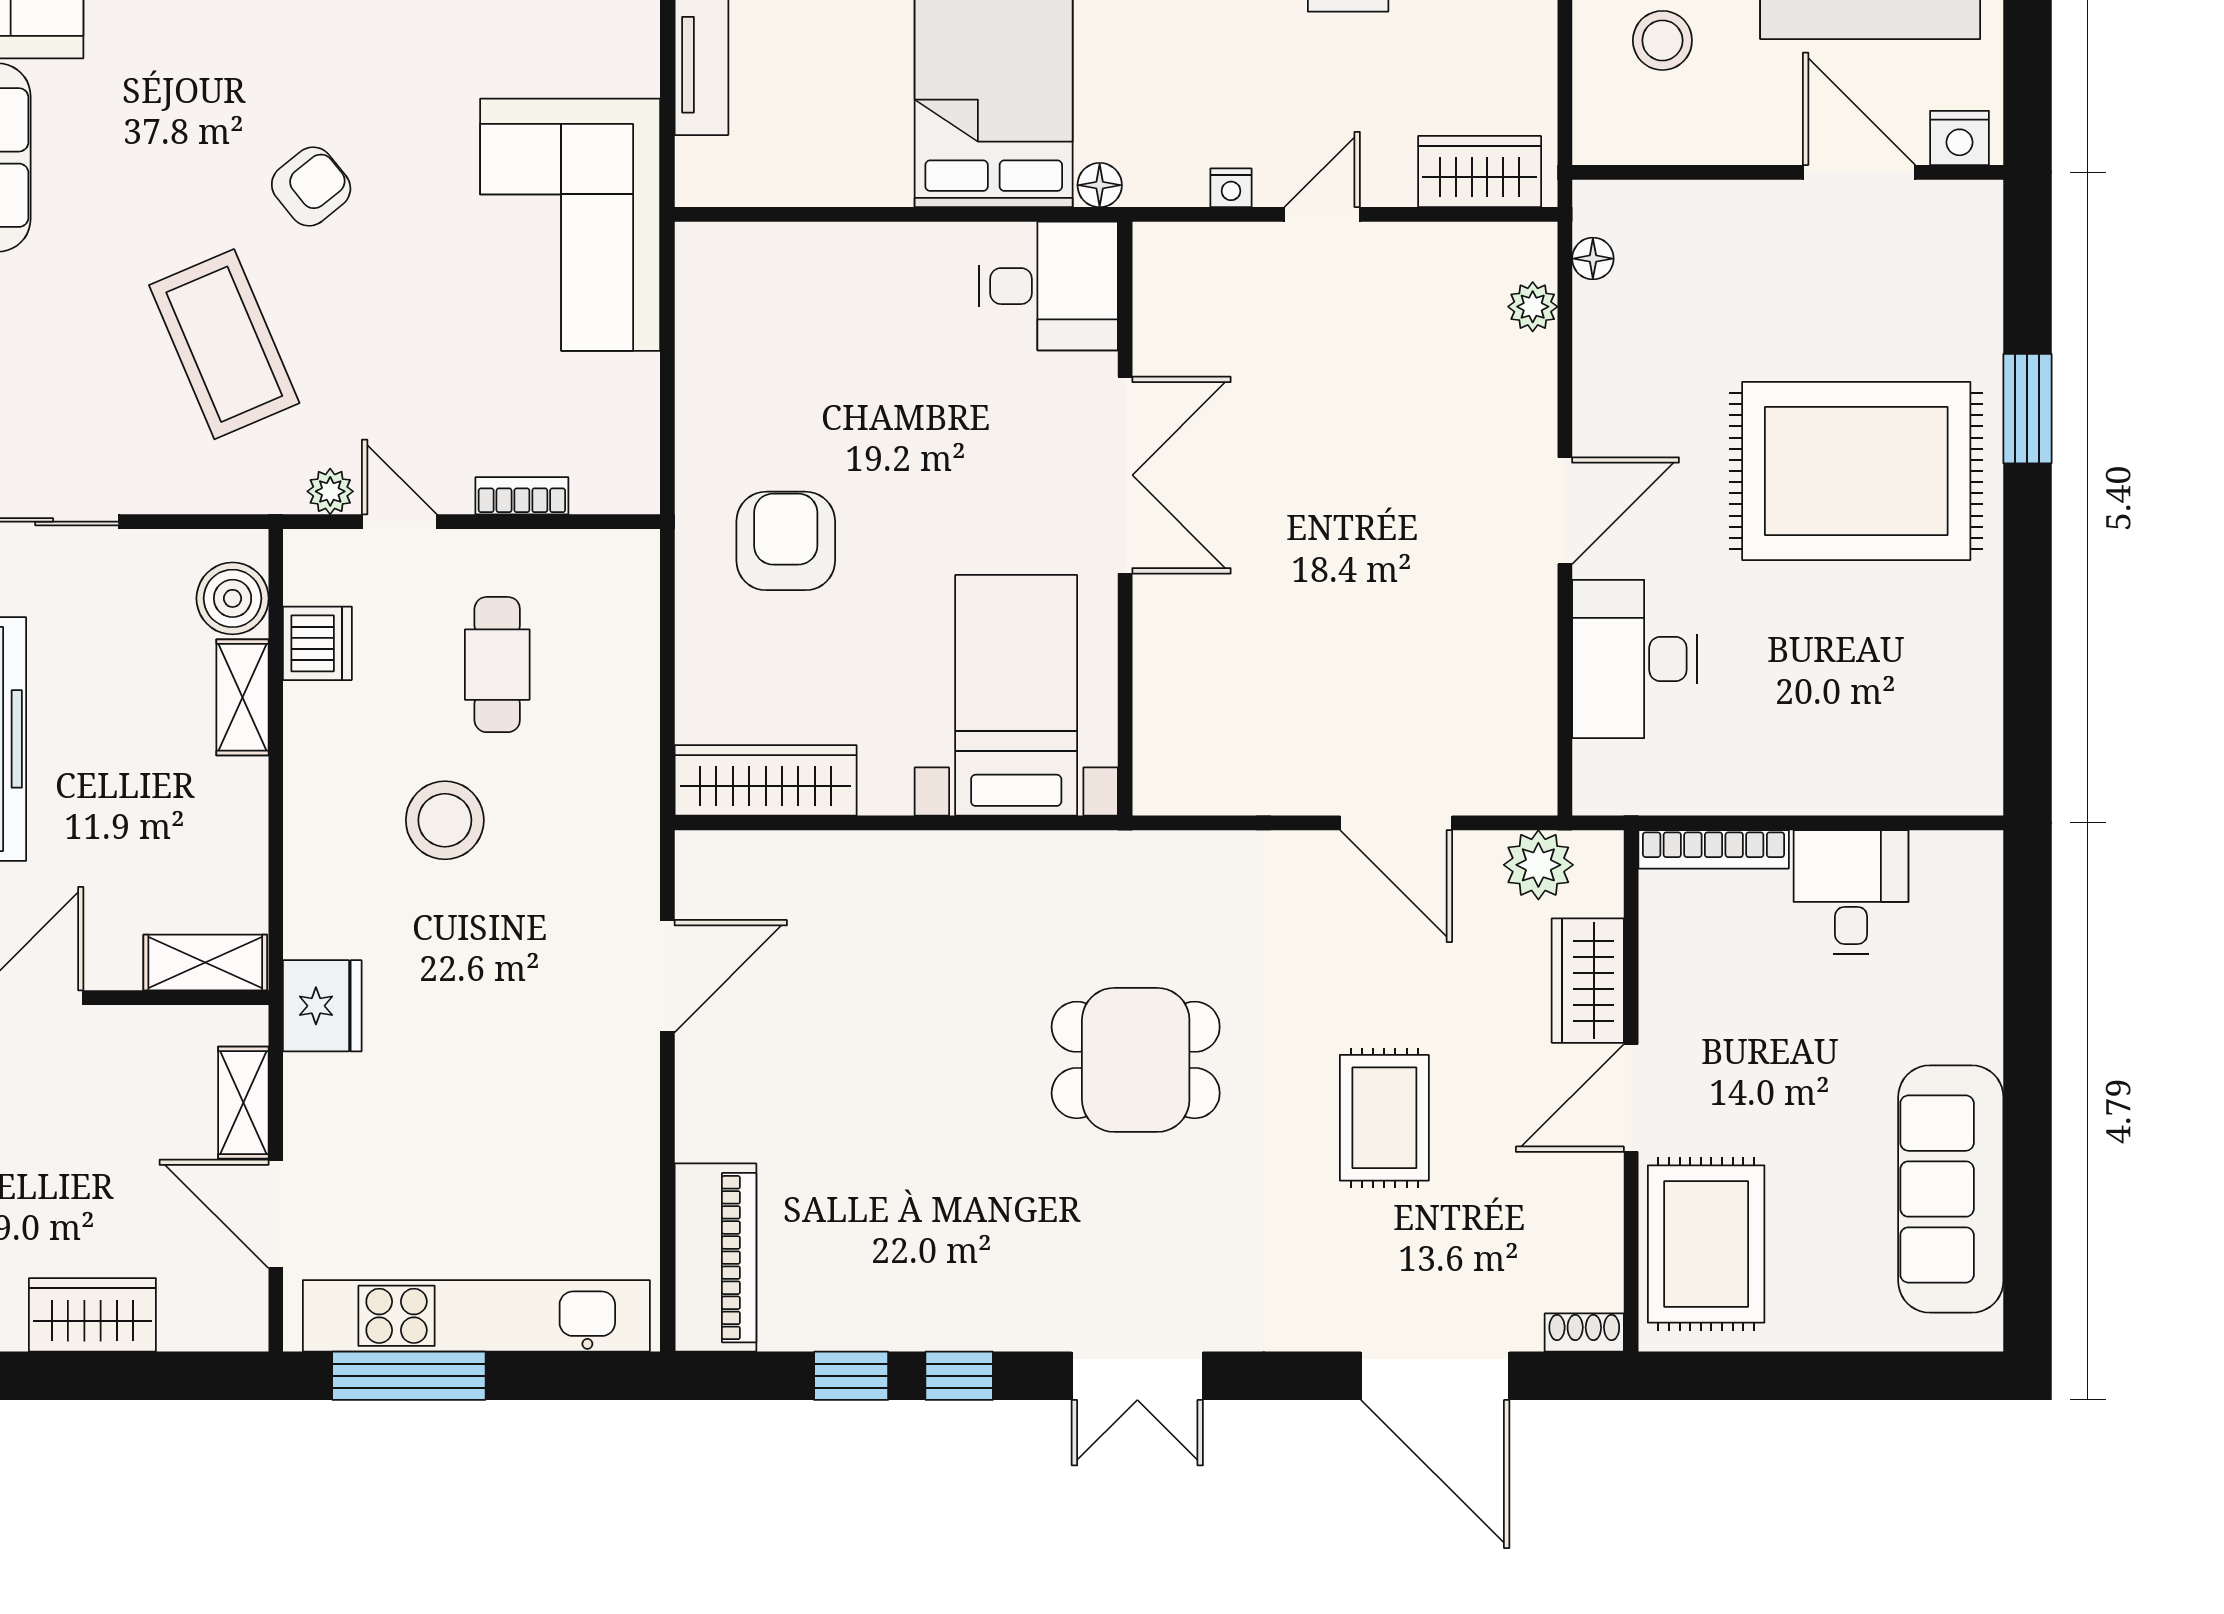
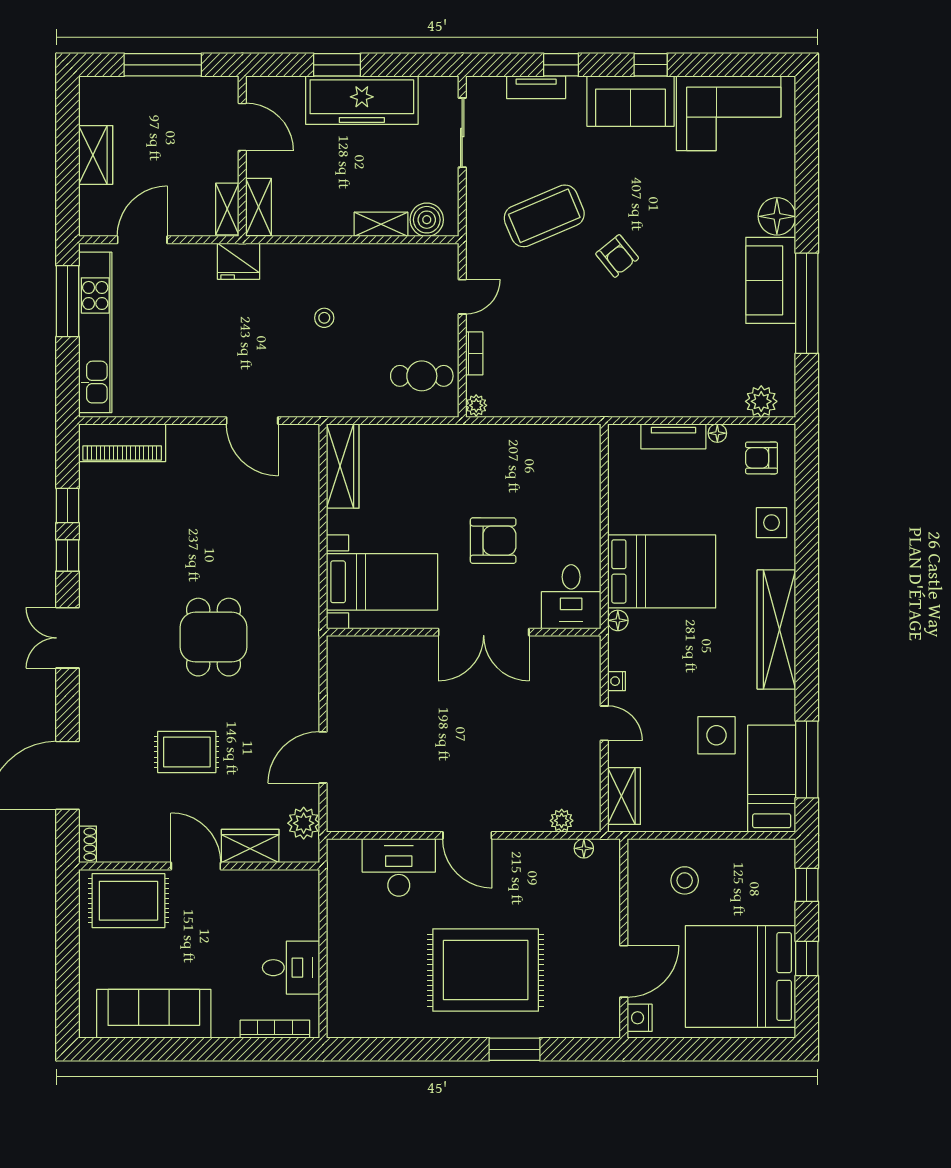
corner sofa: (570, 225) -> (599, 376), removed
rug: (1856, 471) -> (486, 970), turned 90
plant: (330, 491) -> (476, 405), moved
armchair: (786, 541) -> (493, 541), moved
dishwasher: (317, 643) -> (406, 259), removed
cafe table: (497, 665) -> (422, 376), moved
stool: (445, 820) -> (324, 318), width x0.53, depth x0.53
bookcase: (1714, 849) -> (275, 1029), moved, turned 90
shelving: (243, 1103) -> (227, 209), moved, turned 90

